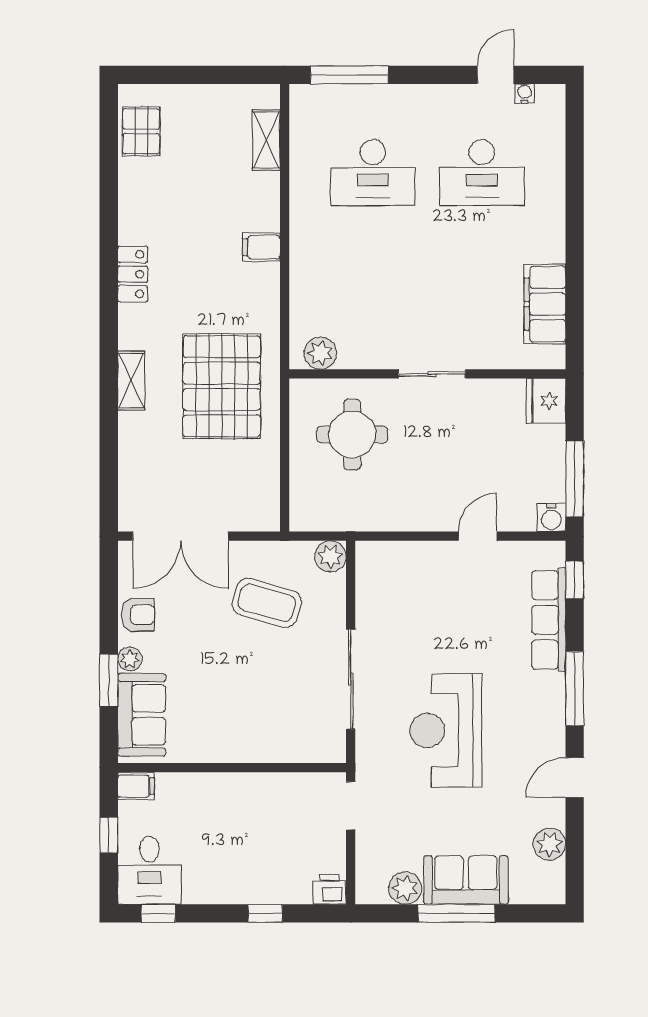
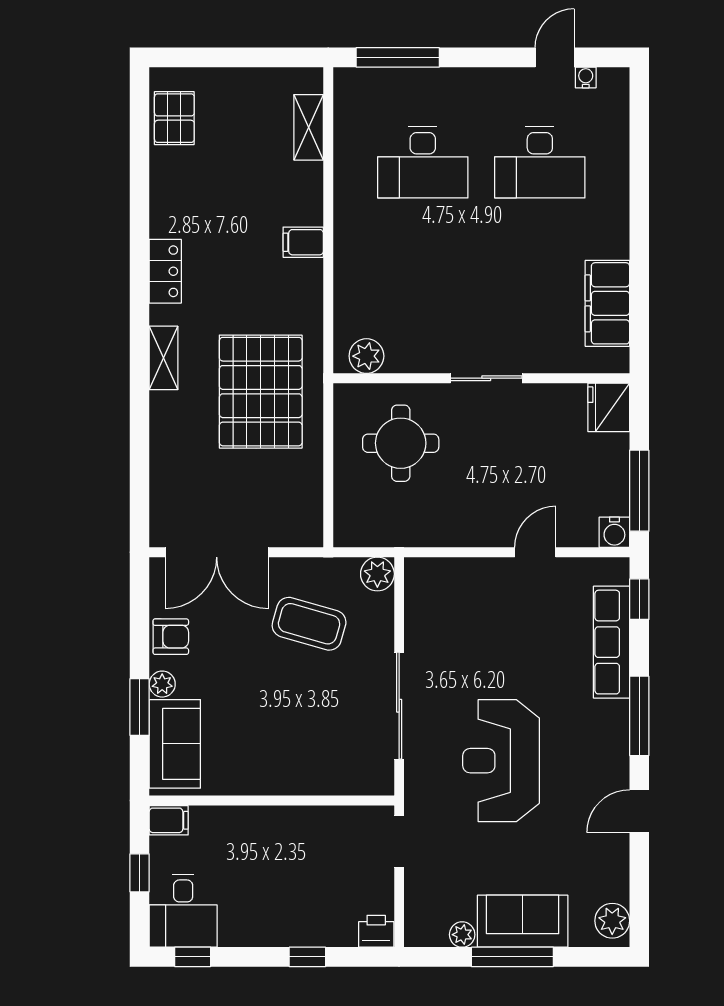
shelving: (131, 381) -> (164, 358), moved
plant: (549, 844) -> (612, 921), moved
plant: (405, 888) -> (462, 935), width x0.73, depth x0.73

